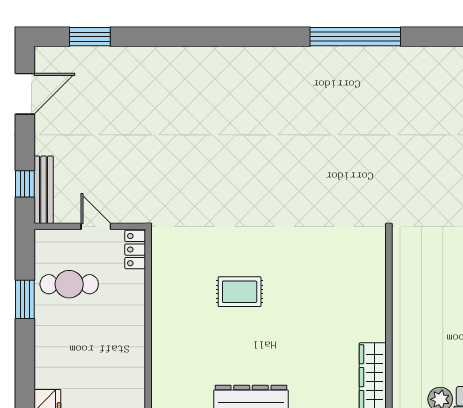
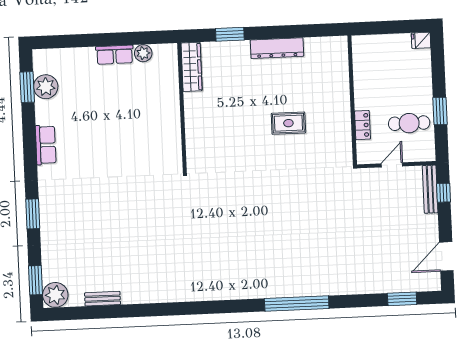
window: (355, 37) -> (297, 303), moved
door: (96, 226) -> (392, 165), swing flipped
locker: (135, 250) -> (362, 125), moved

